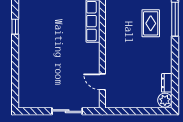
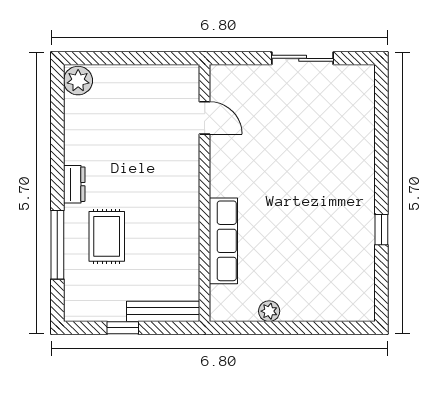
dresser: (167, 83) -> (74, 184), moved
sliding door: (67, 111) -> (303, 58), moved

